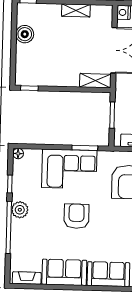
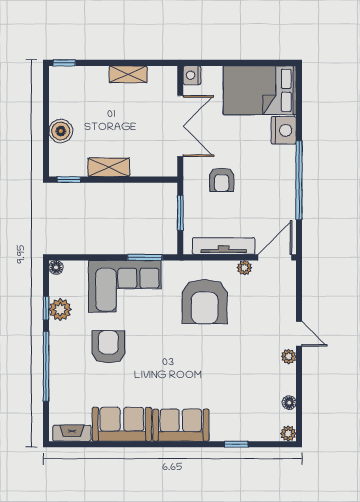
boiler: (25, 34) -> (61, 131), moved
shelving: (95, 81) -> (109, 167), moved
plant: (20, 210) -> (60, 310), moved
armchair: (76, 216) -> (108, 347), moved

